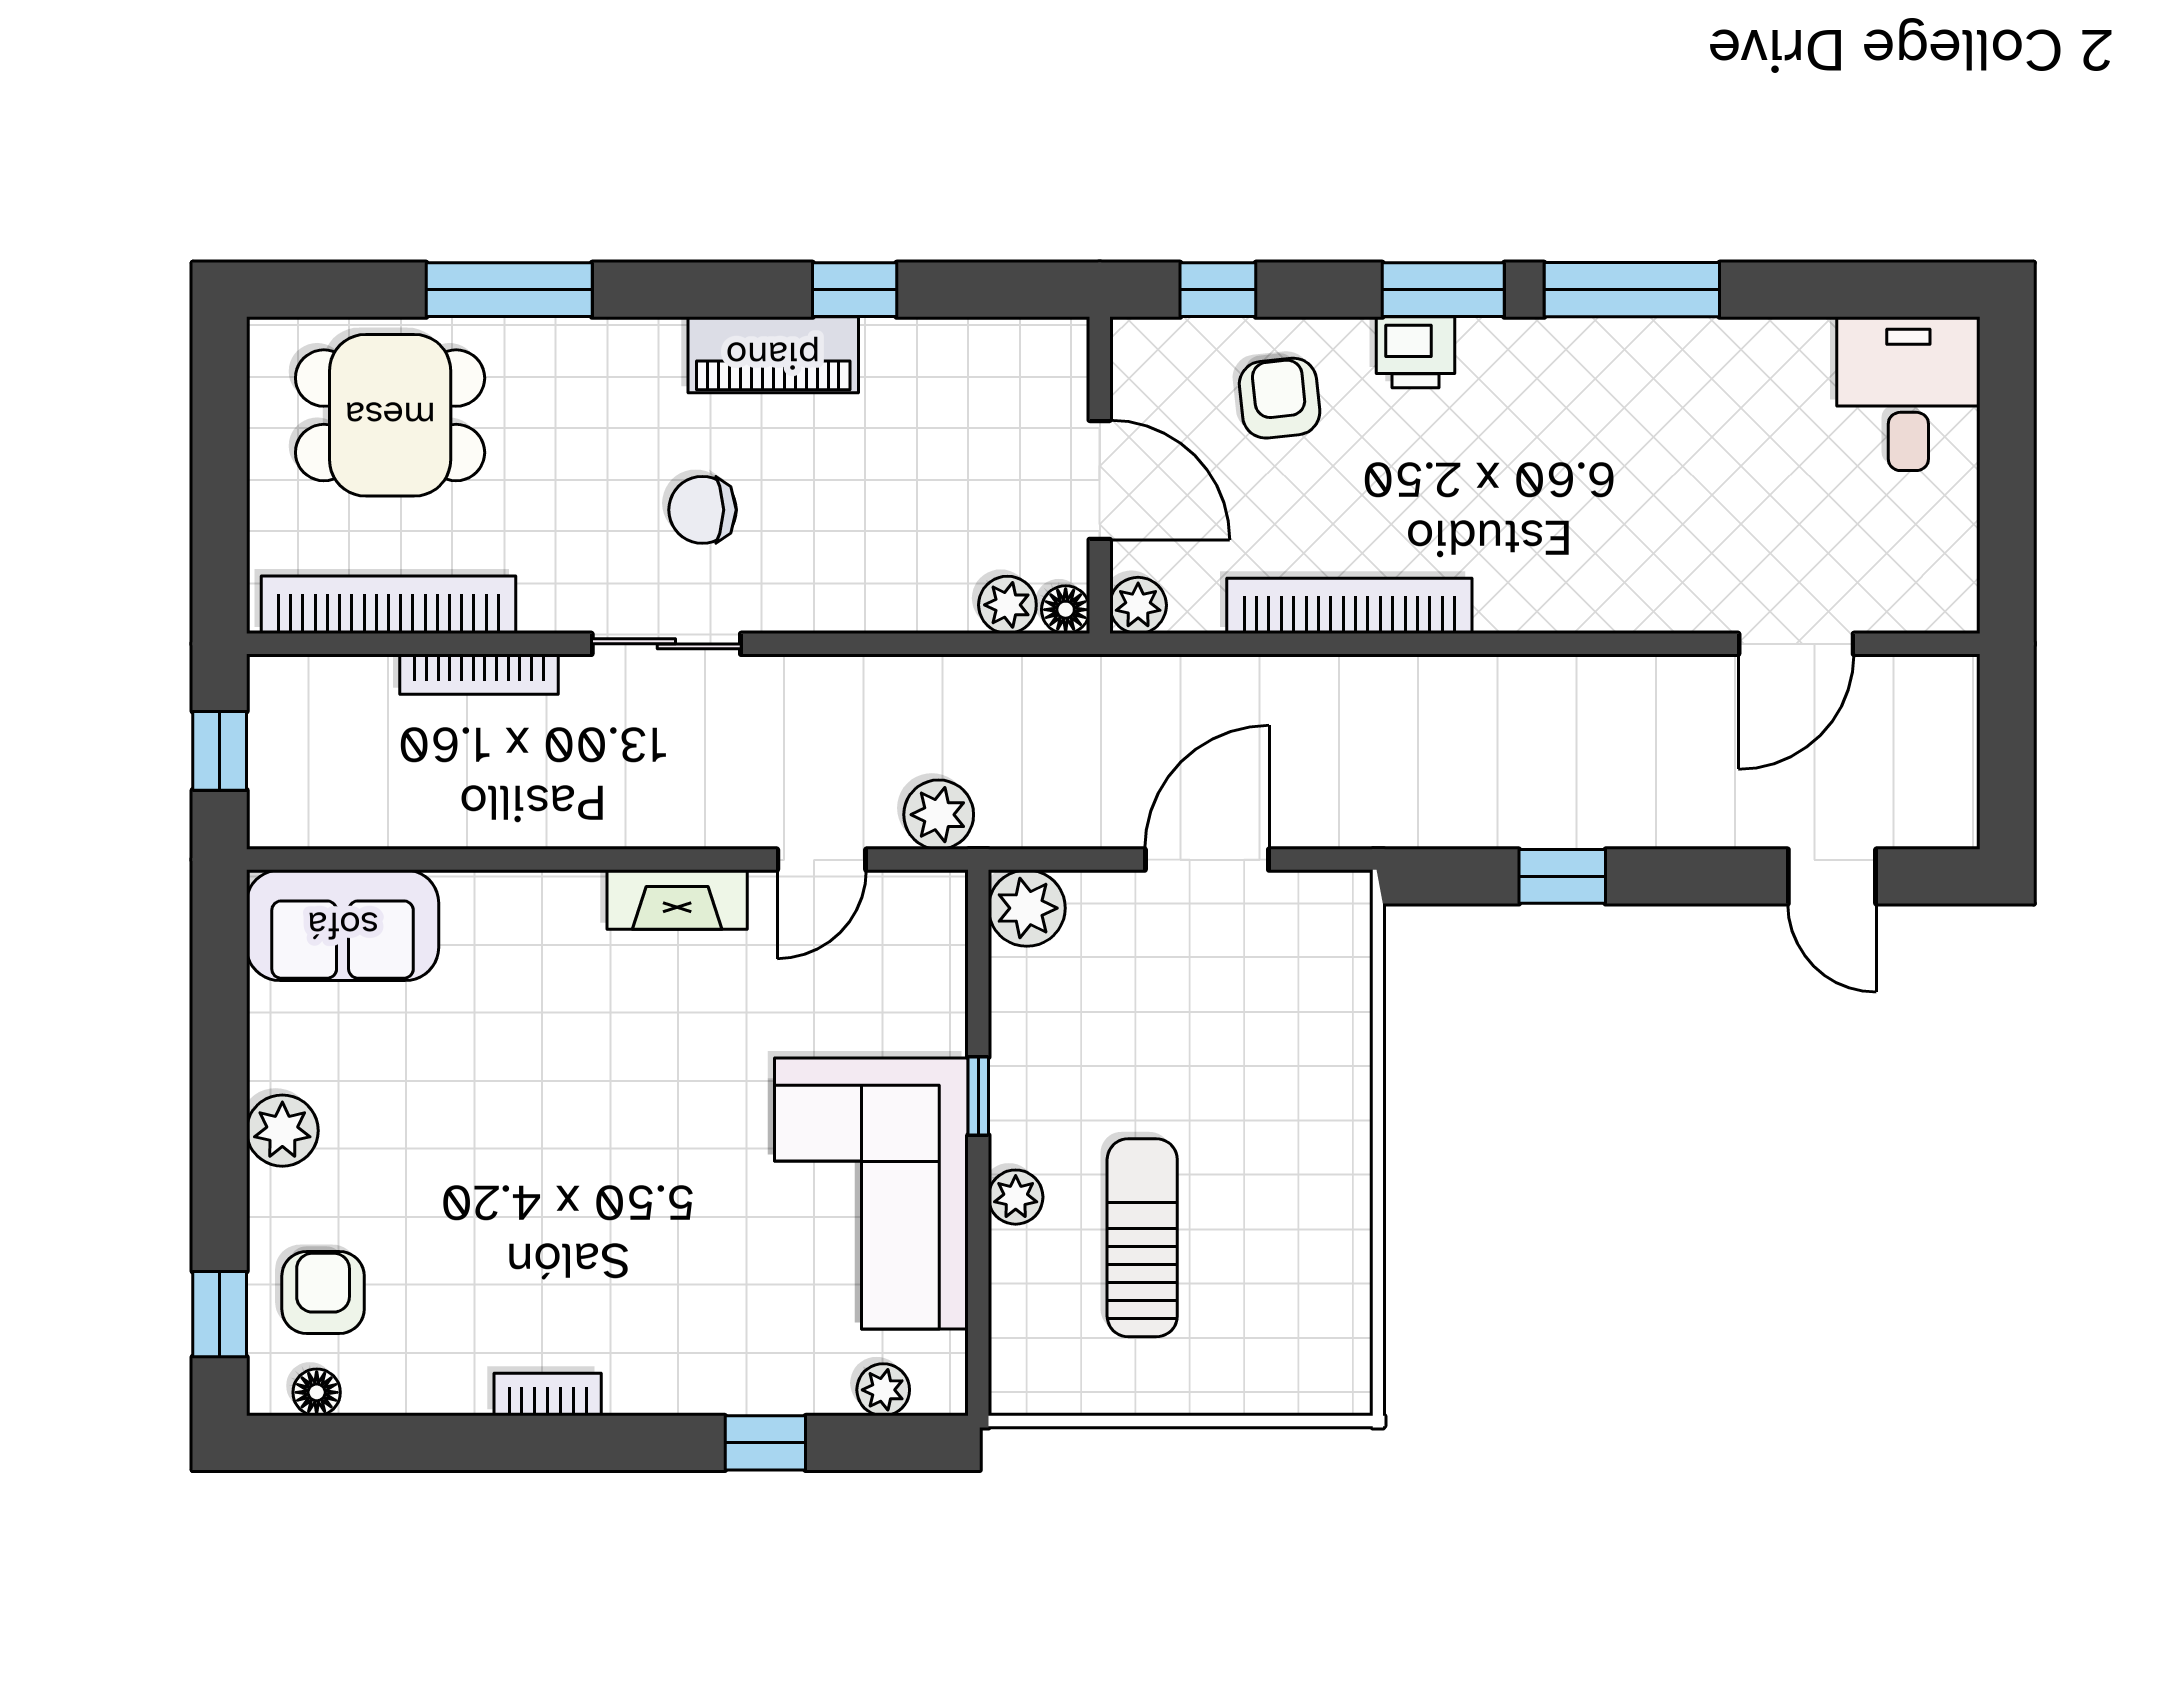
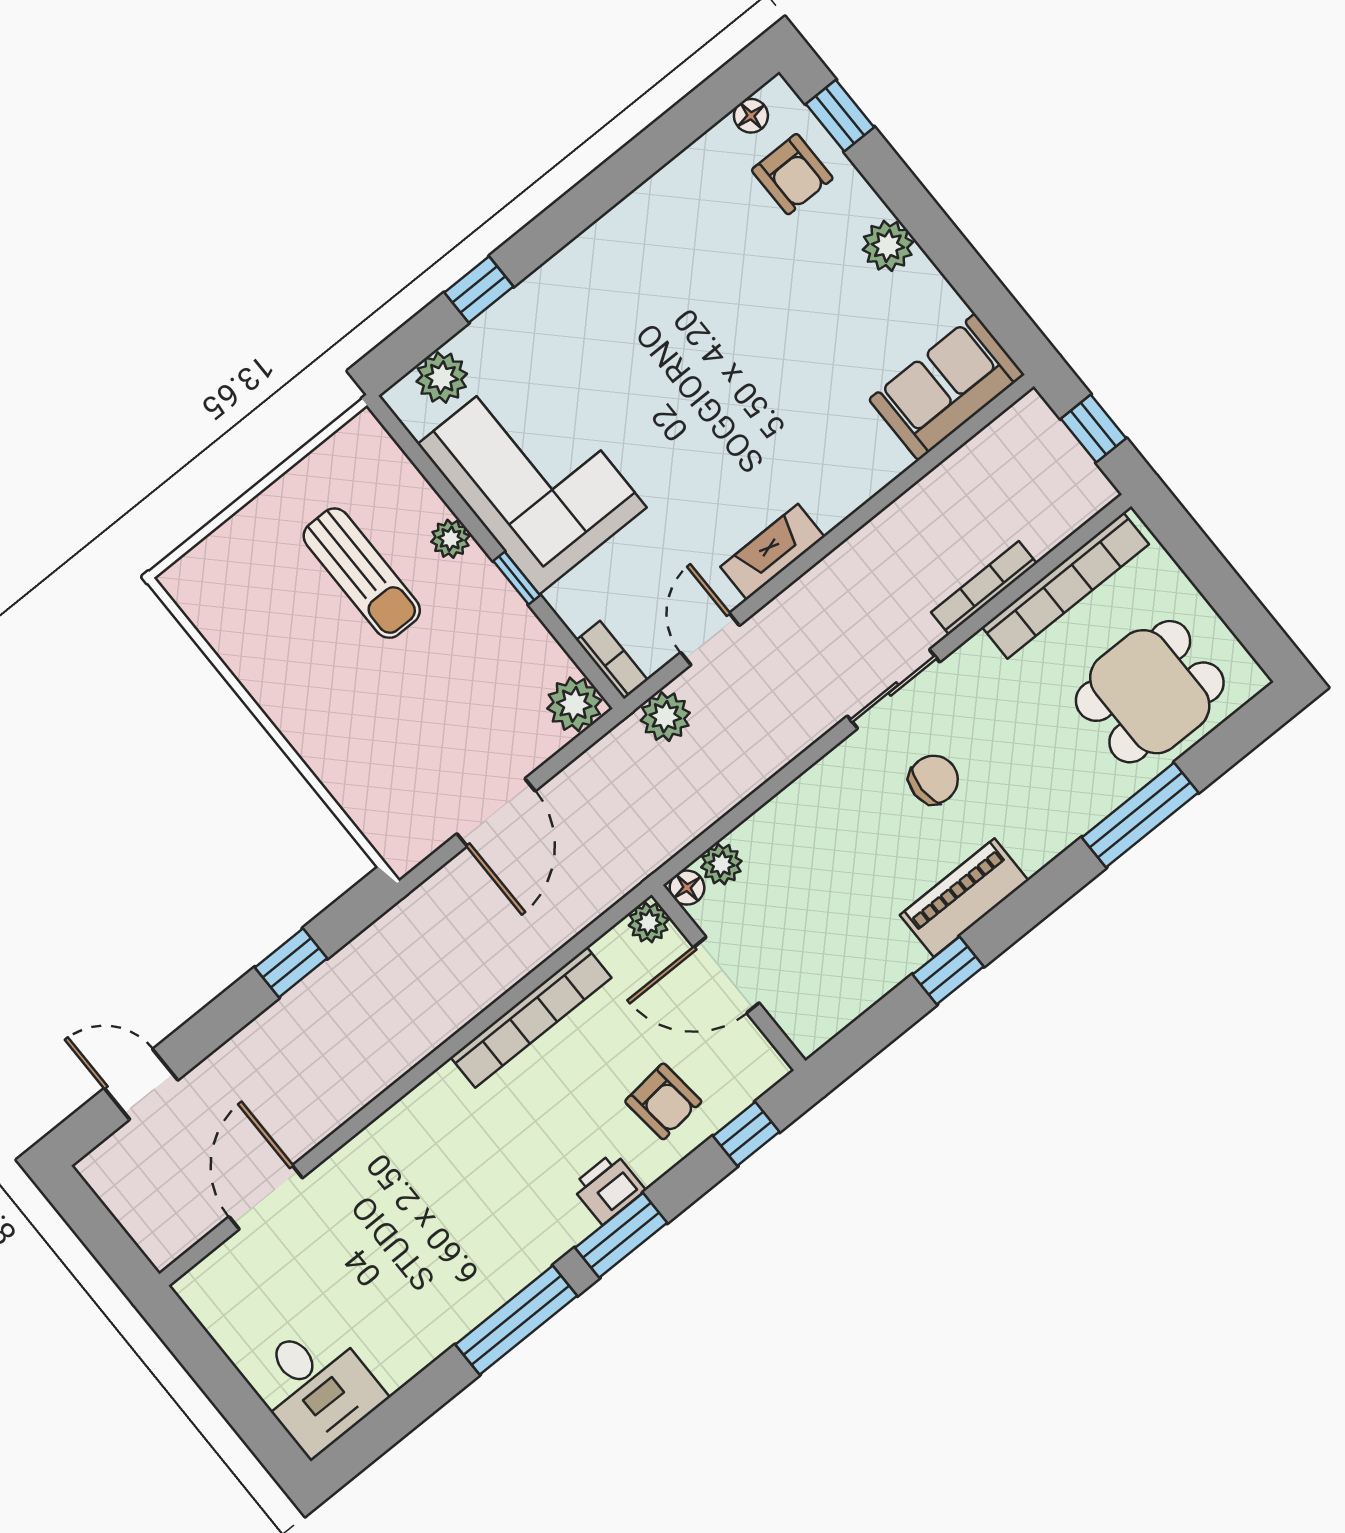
plant: (883, 1390) -> (442, 378), width x1.38, depth x1.38
bookcase: (548, 1395) -> (612, 660), moved, turned -90

